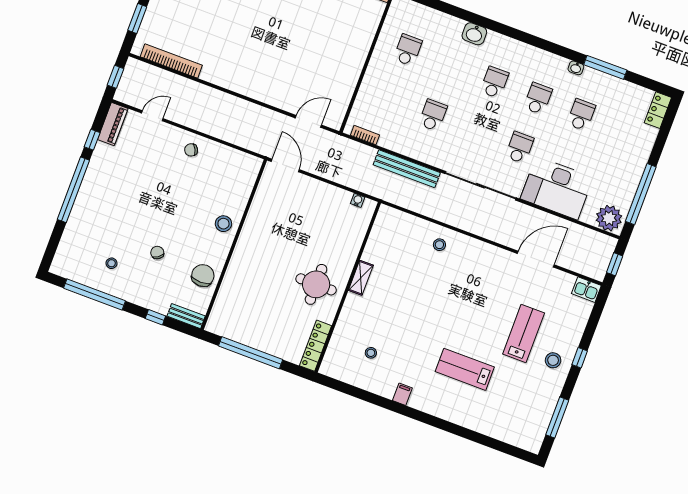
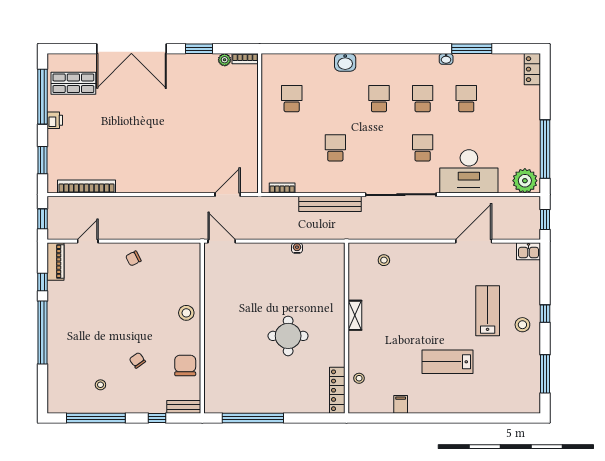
shelving: (361, 278) -> (355, 315), moved
wall: (348, 287) -> (347, 328), moved
locker: (316, 346) -> (337, 390), moved

